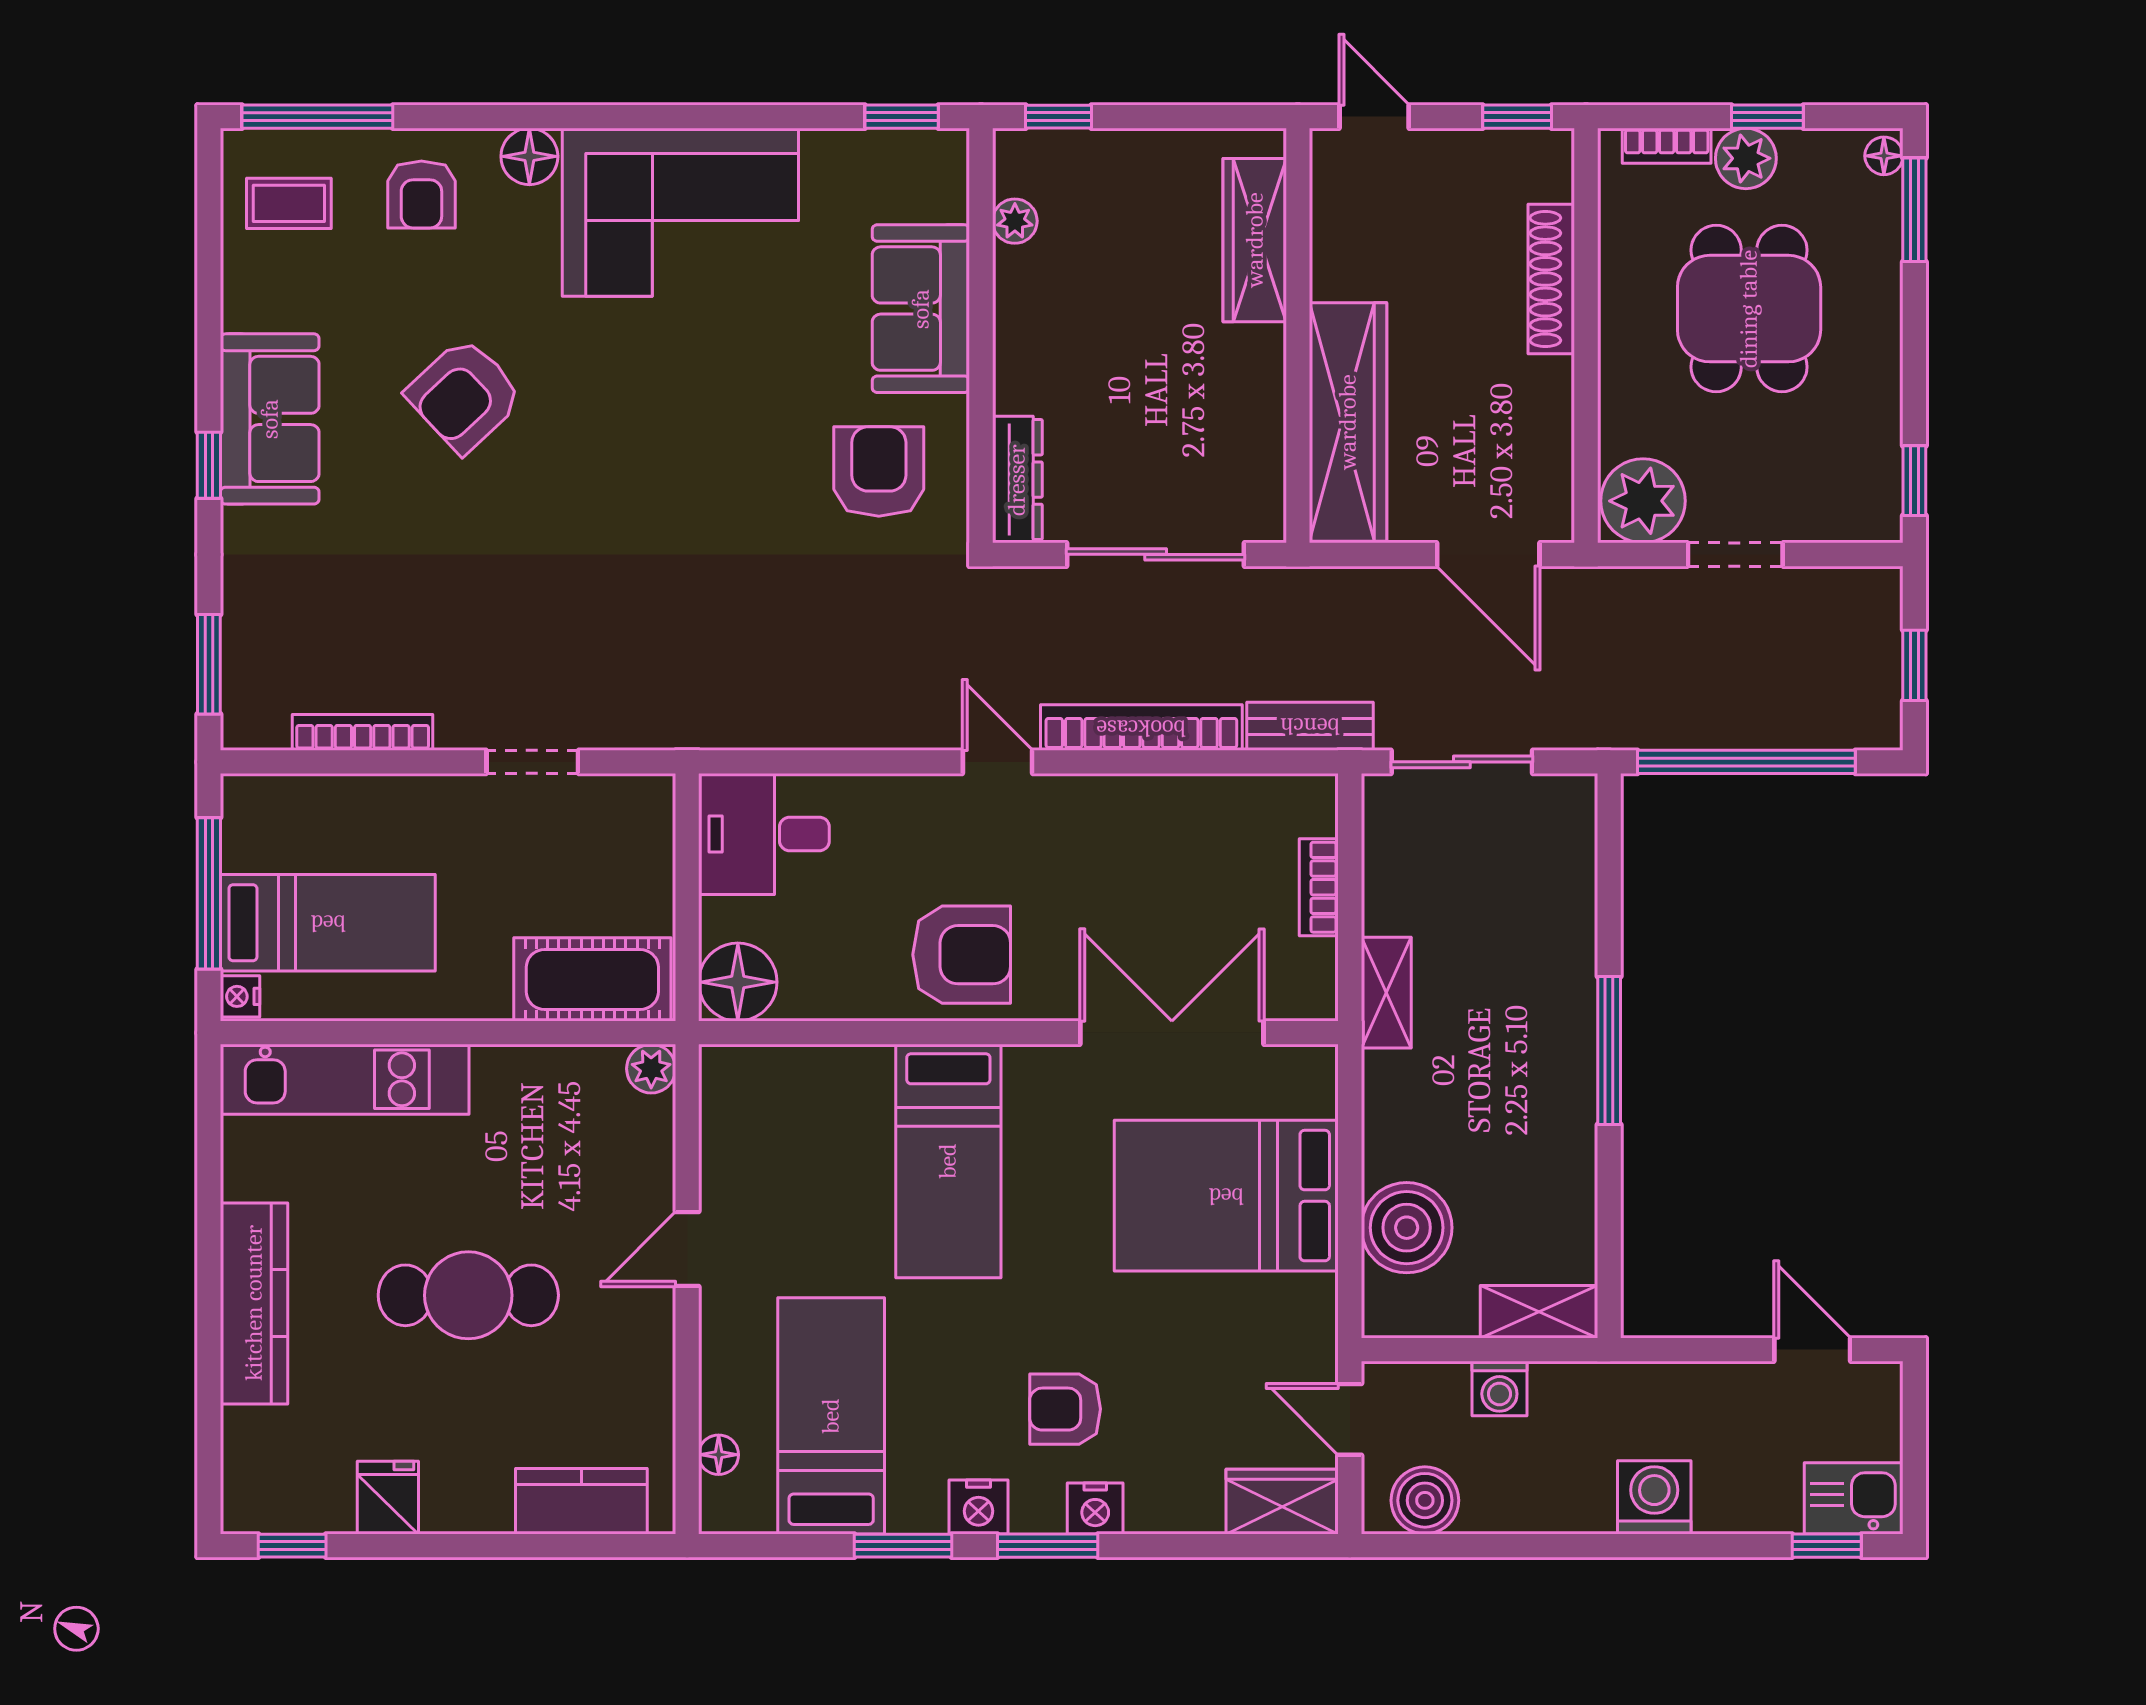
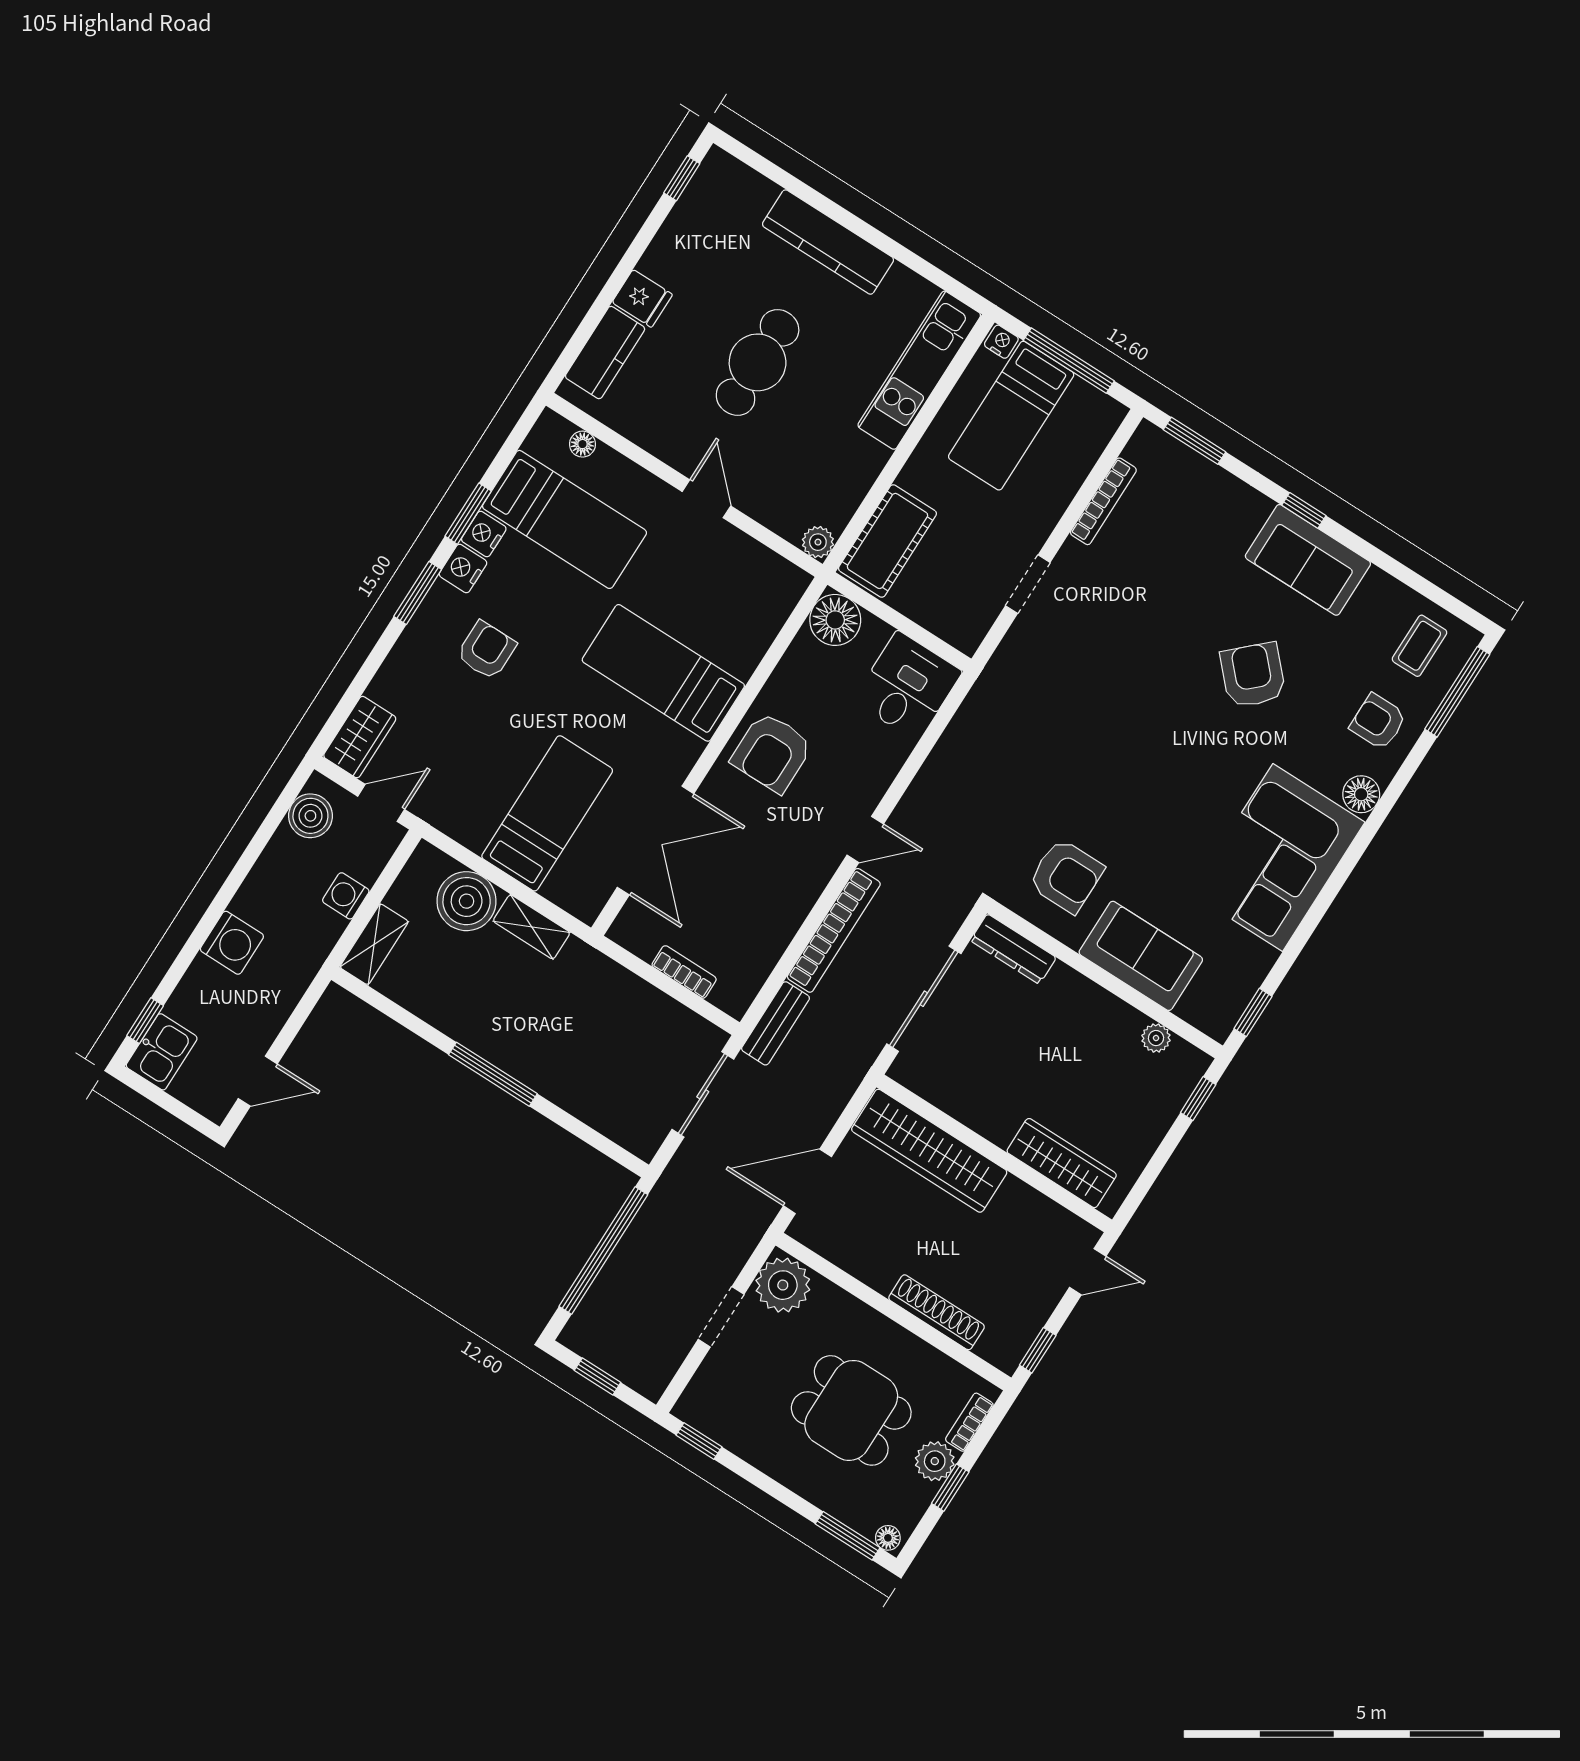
shelving: (1386, 993) -> (532, 927), moved
bed: (1226, 1196) -> (547, 813), width x0.67
fridge: (388, 1498) -> (642, 298), moved
nightstand: (1095, 1508) -> (484, 534), moved

